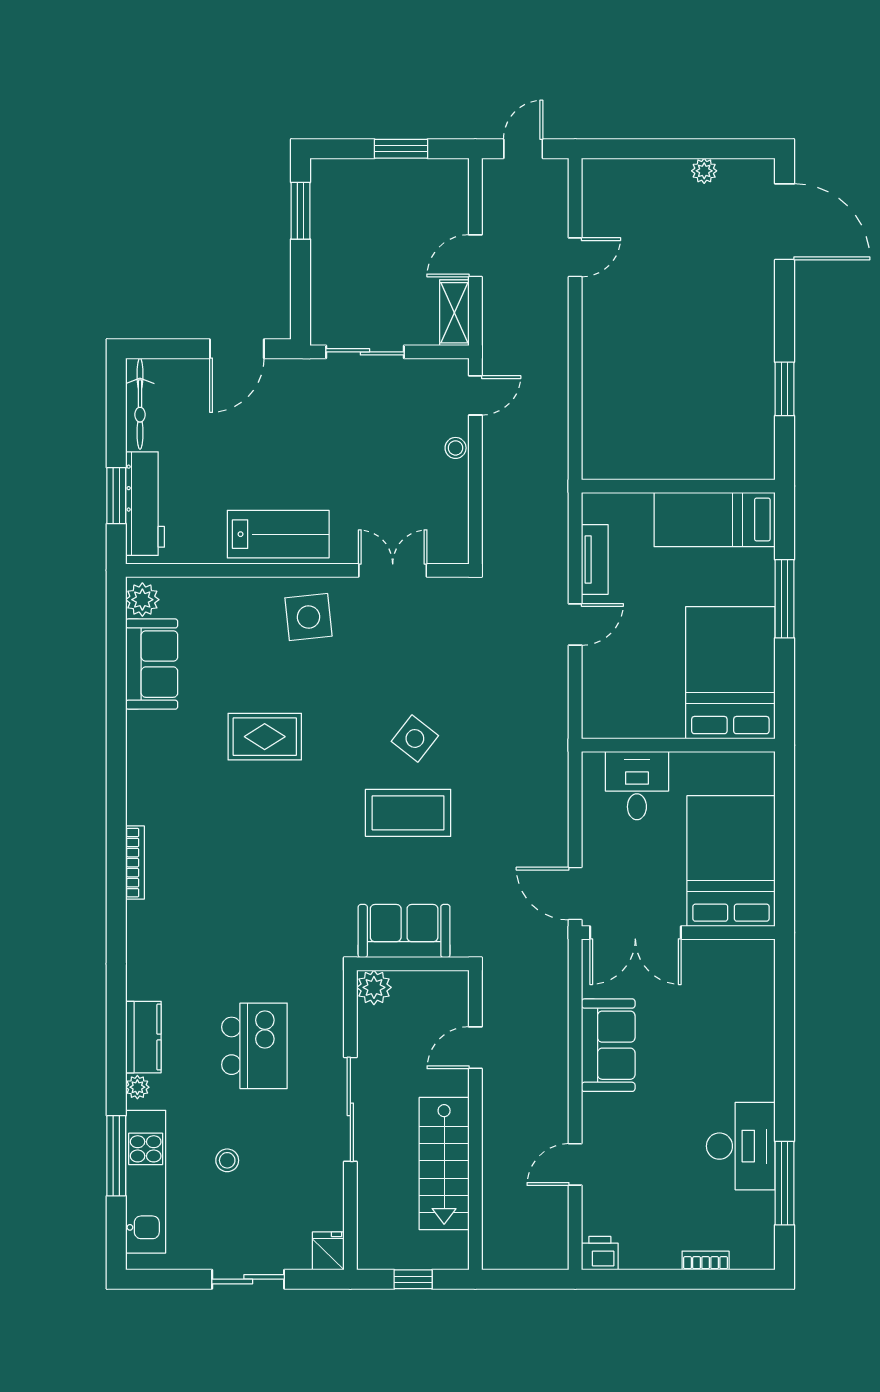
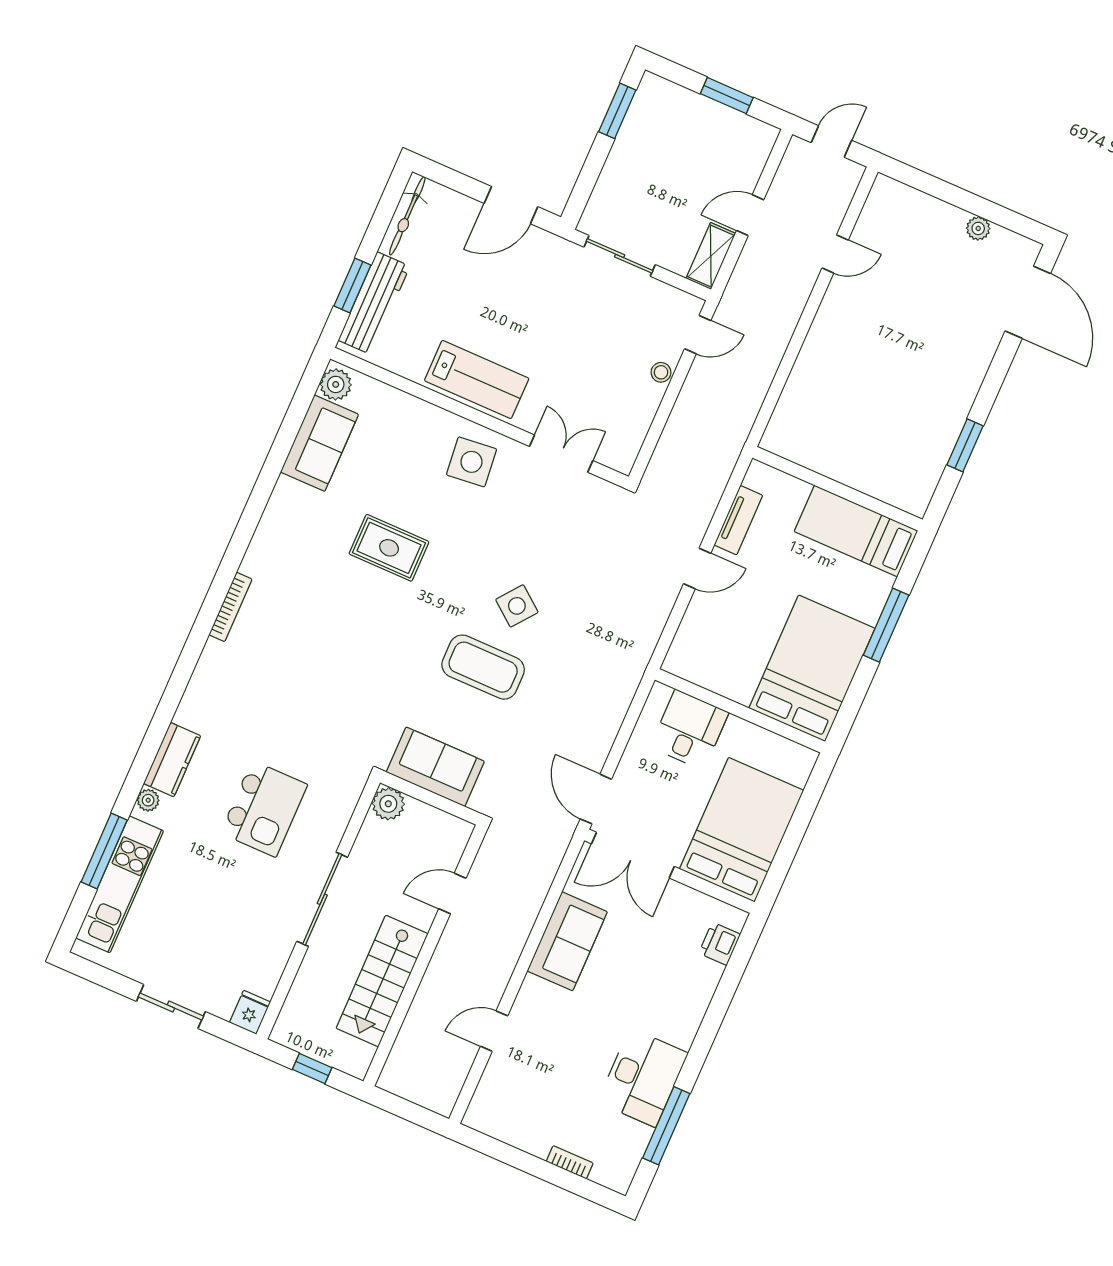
stool: (227, 1160) -> (198, 897), removed
printer: (600, 1253) -> (720, 944), moved, turned -90

